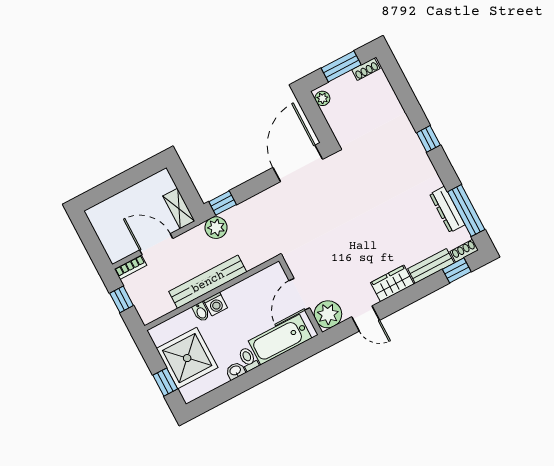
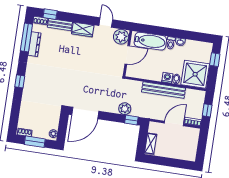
shelving: (179, 208) -> (151, 144), moved
plant: (216, 228) -> (125, 109), moved
door: (156, 244) -> (174, 123), swing flipped
shower: (187, 358) -> (195, 74), moved

